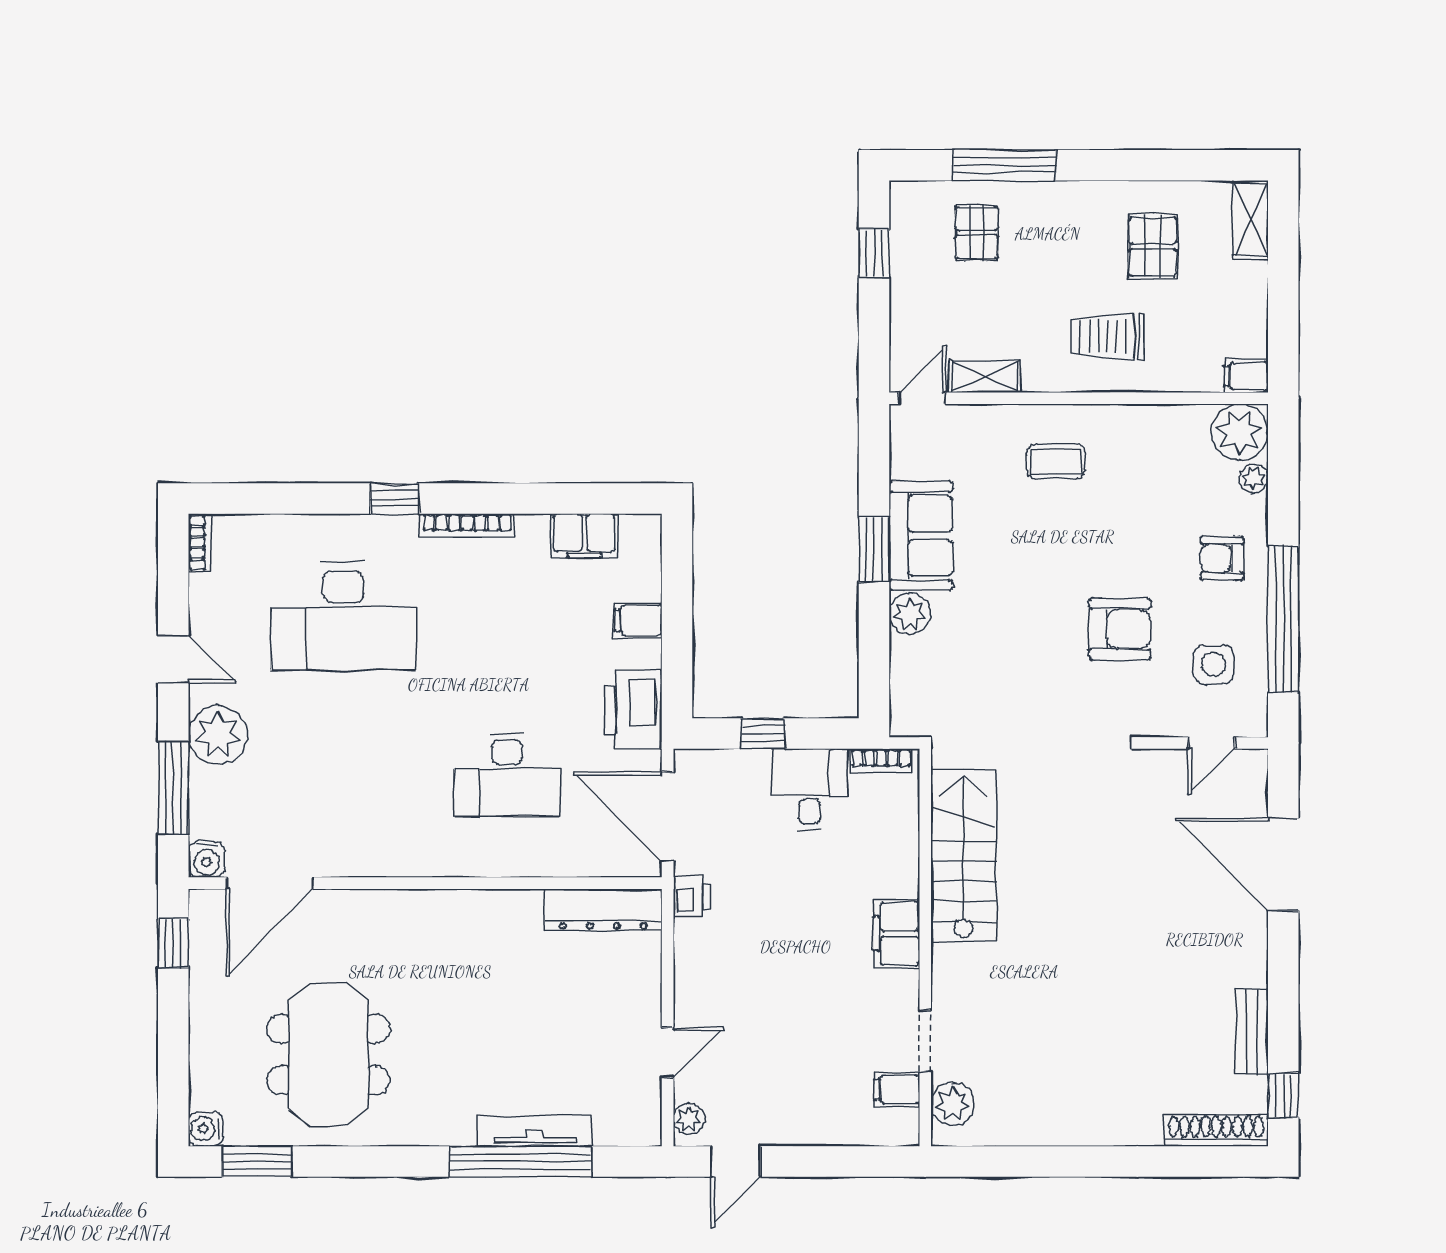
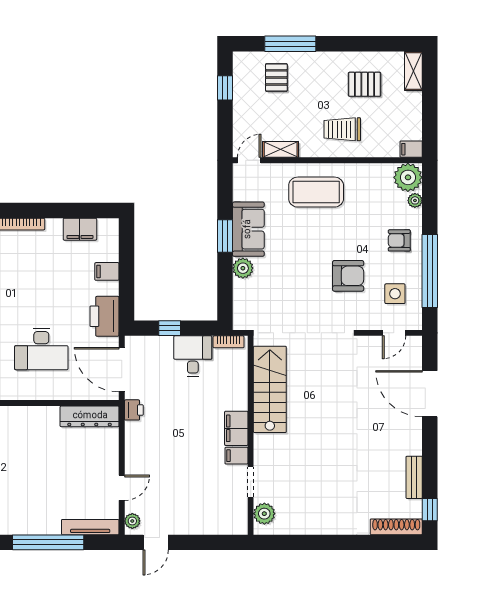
pallet: (1153, 246) -> (365, 84), turned 90
coffee table: (1056, 462) -> (316, 192), width x1.86, depth x1.72
filing cabinet: (897, 1089) -> (236, 456), moved
tv unit: (535, 1131) -> (90, 527), moved

